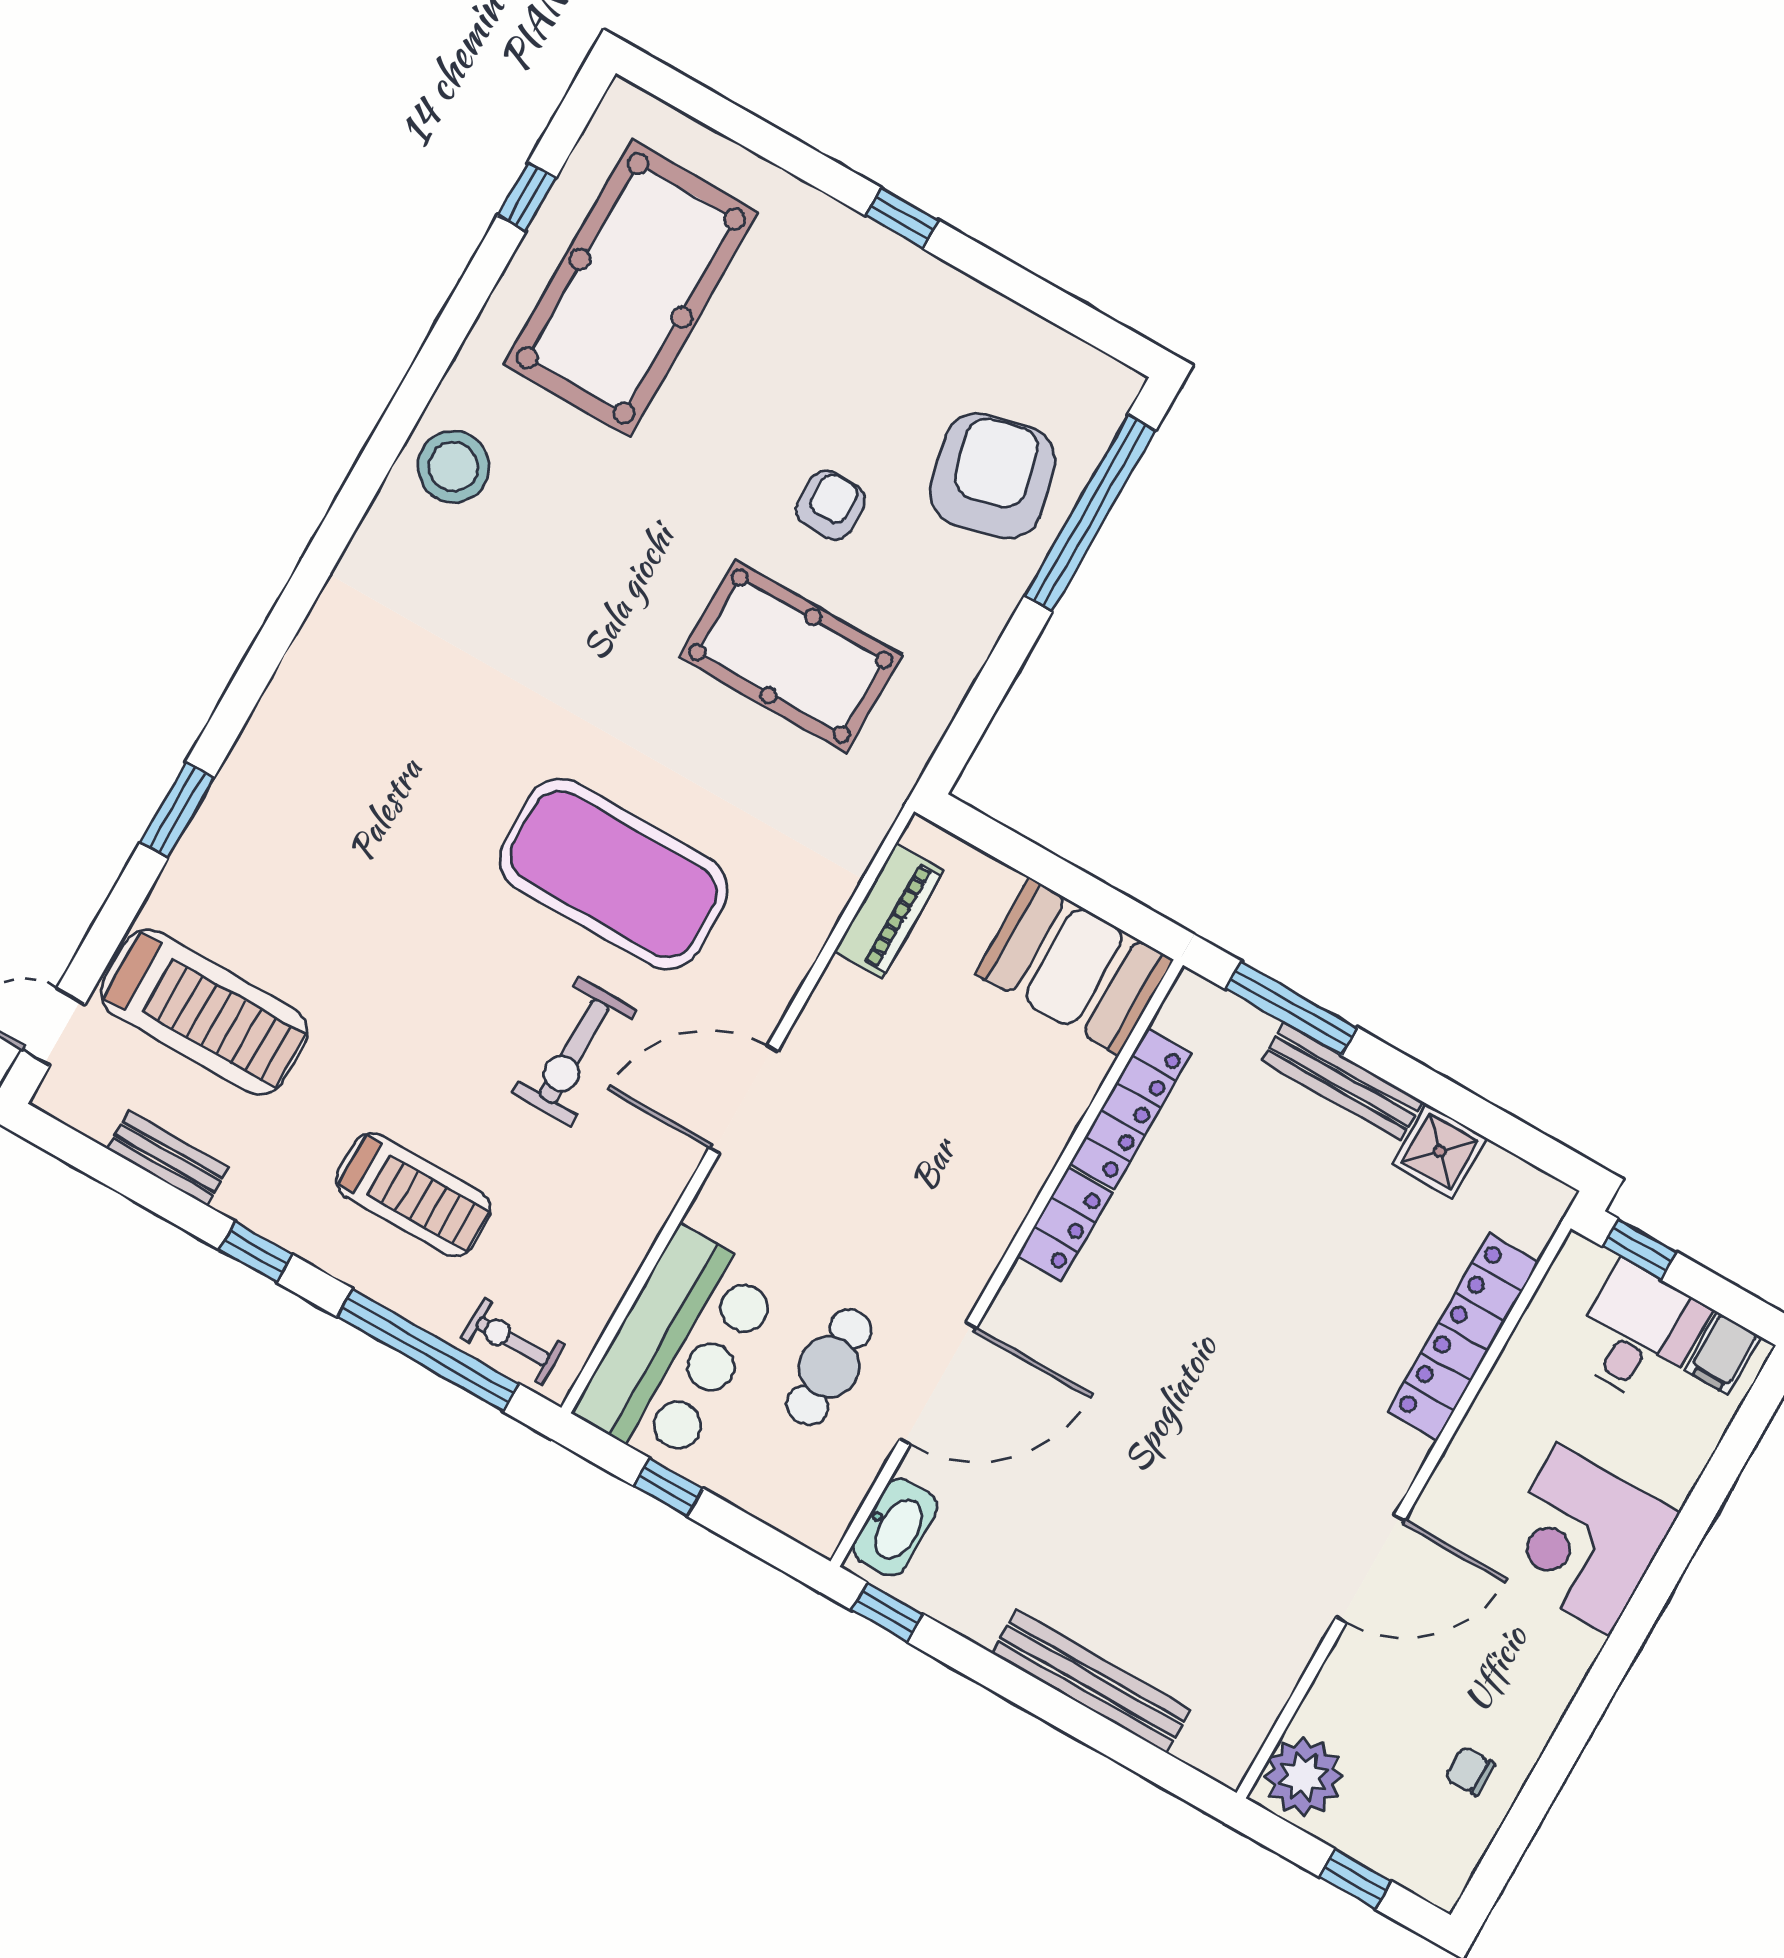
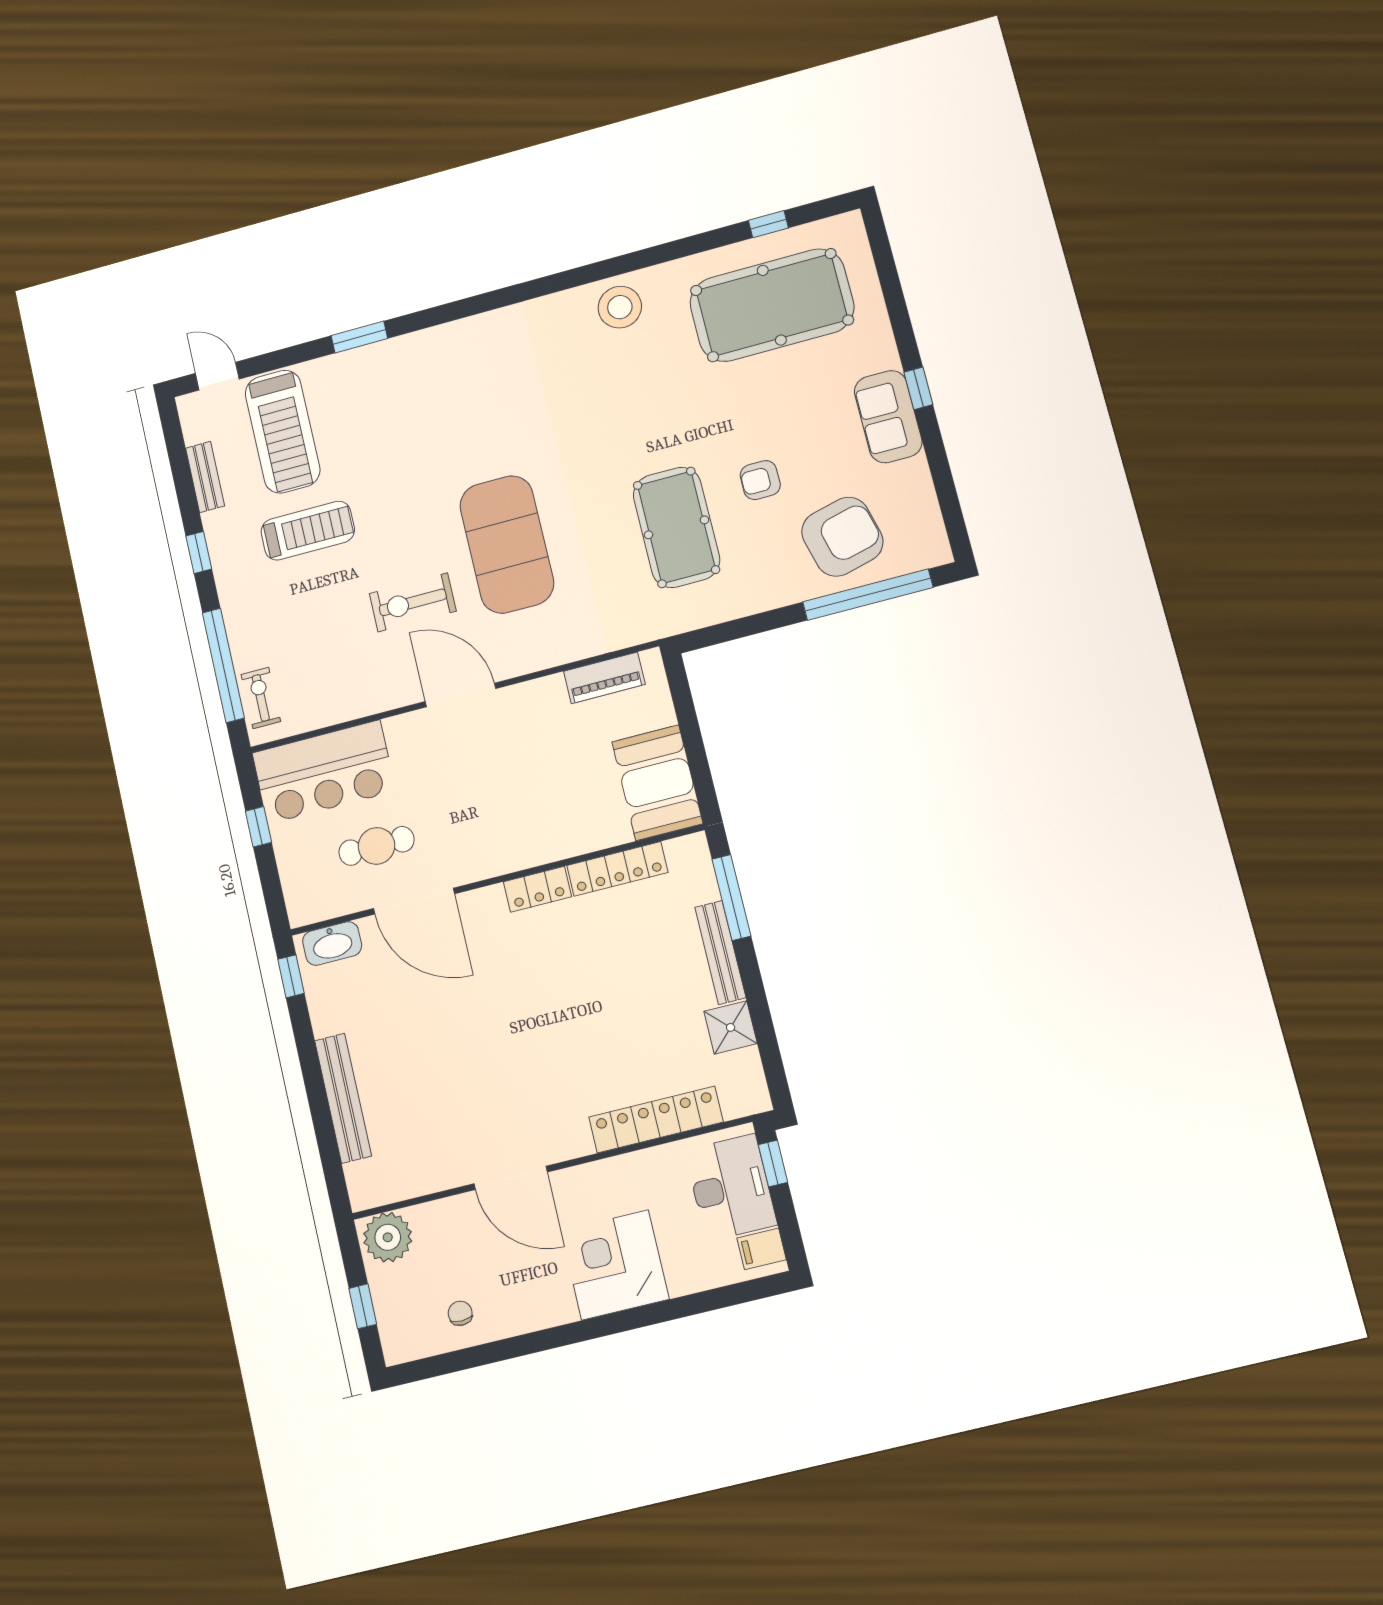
sofa: (901, 285) -> (888, 417), added
armchair: (830, 505) -> (760, 480), turned 180
treadmill: (414, 1195) -> (308, 531), moved, turned -90
desk: (1638, 1333) -> (731, 1188), width x1.37

